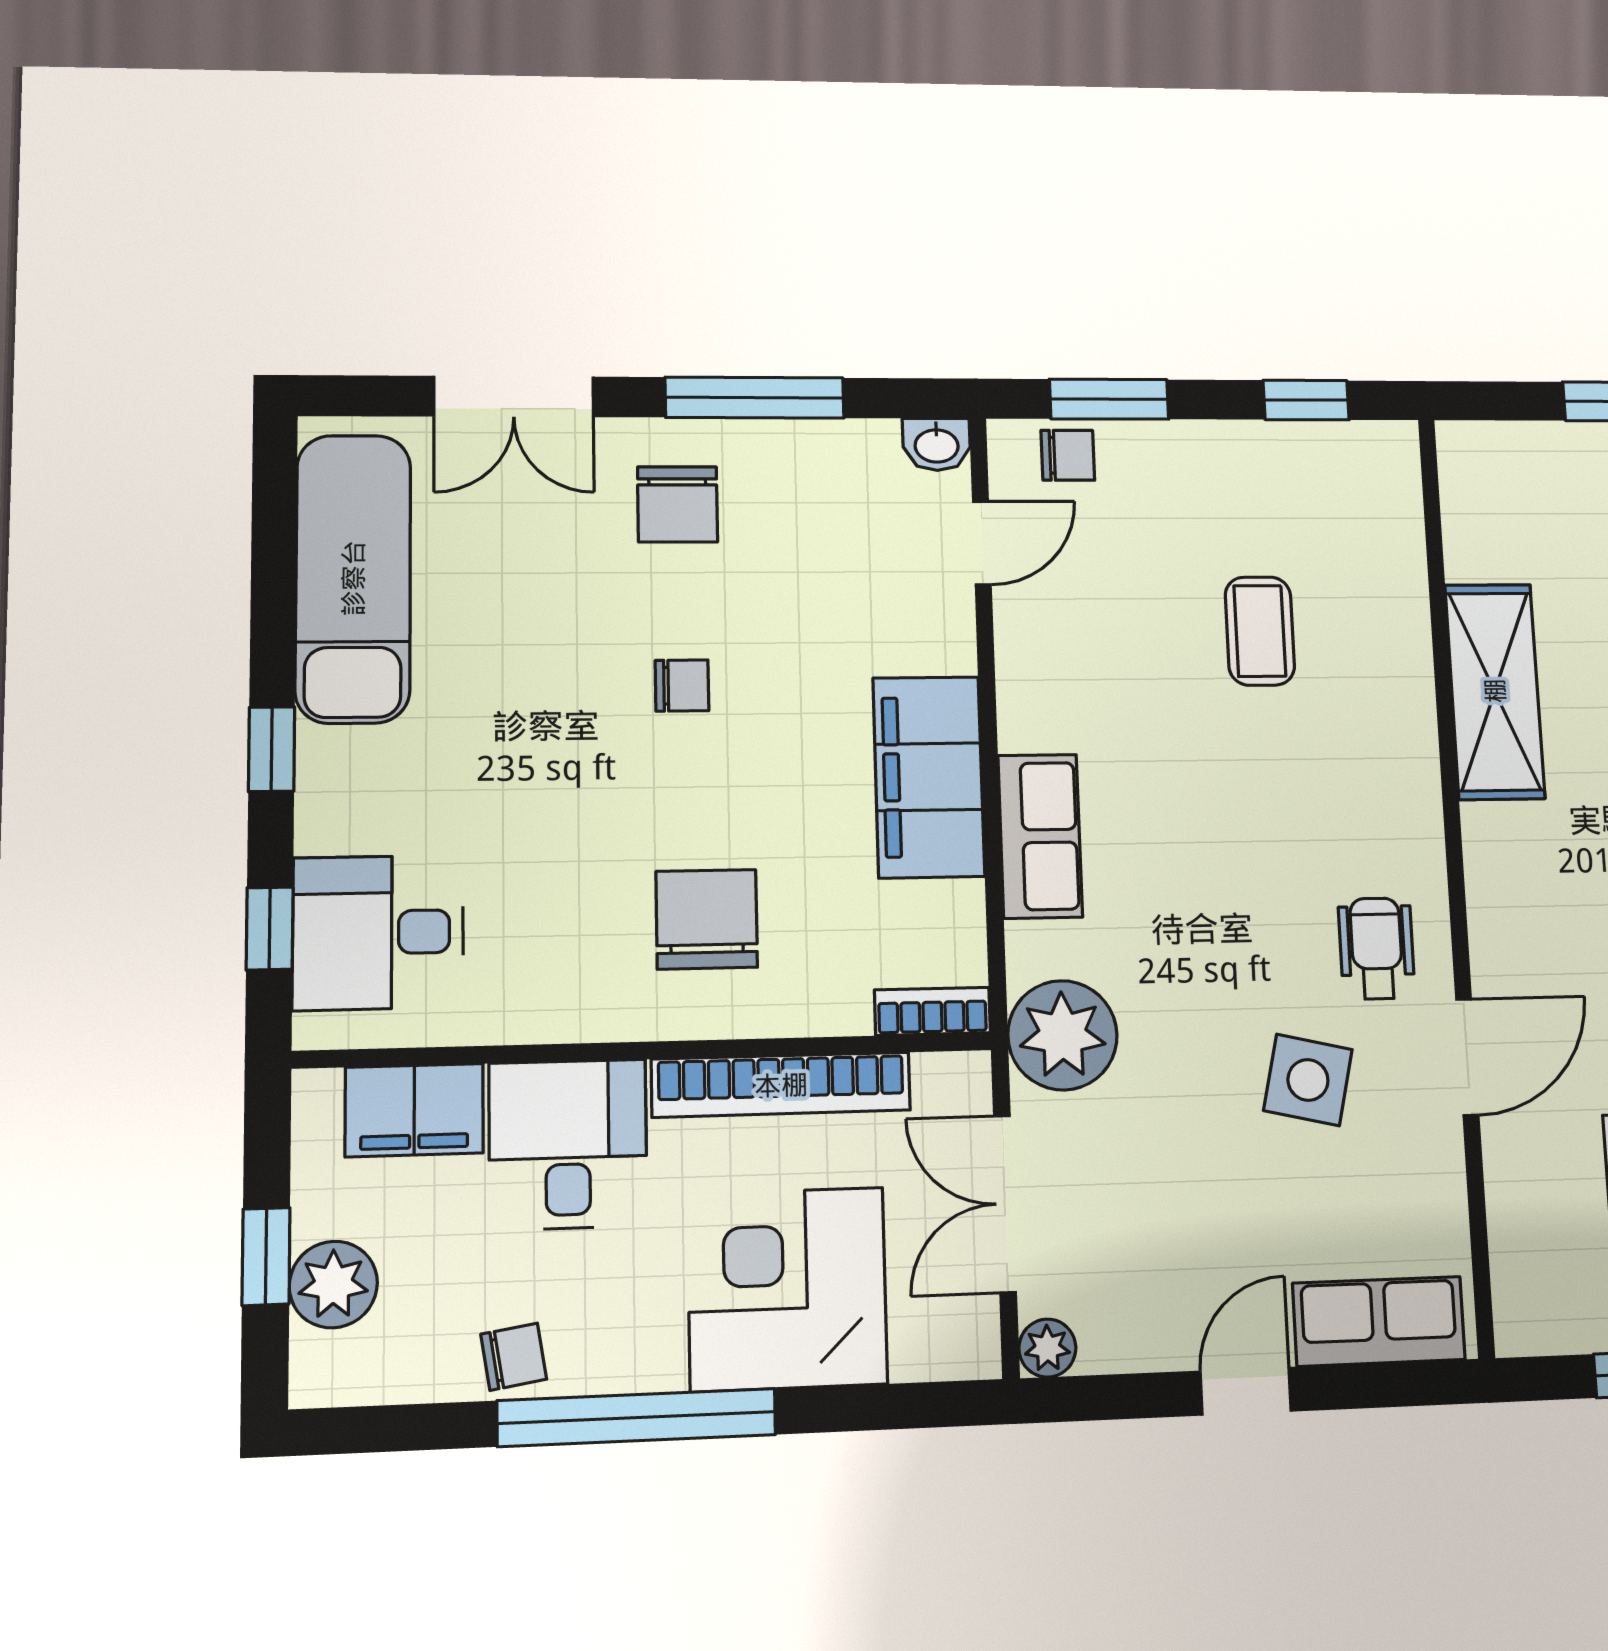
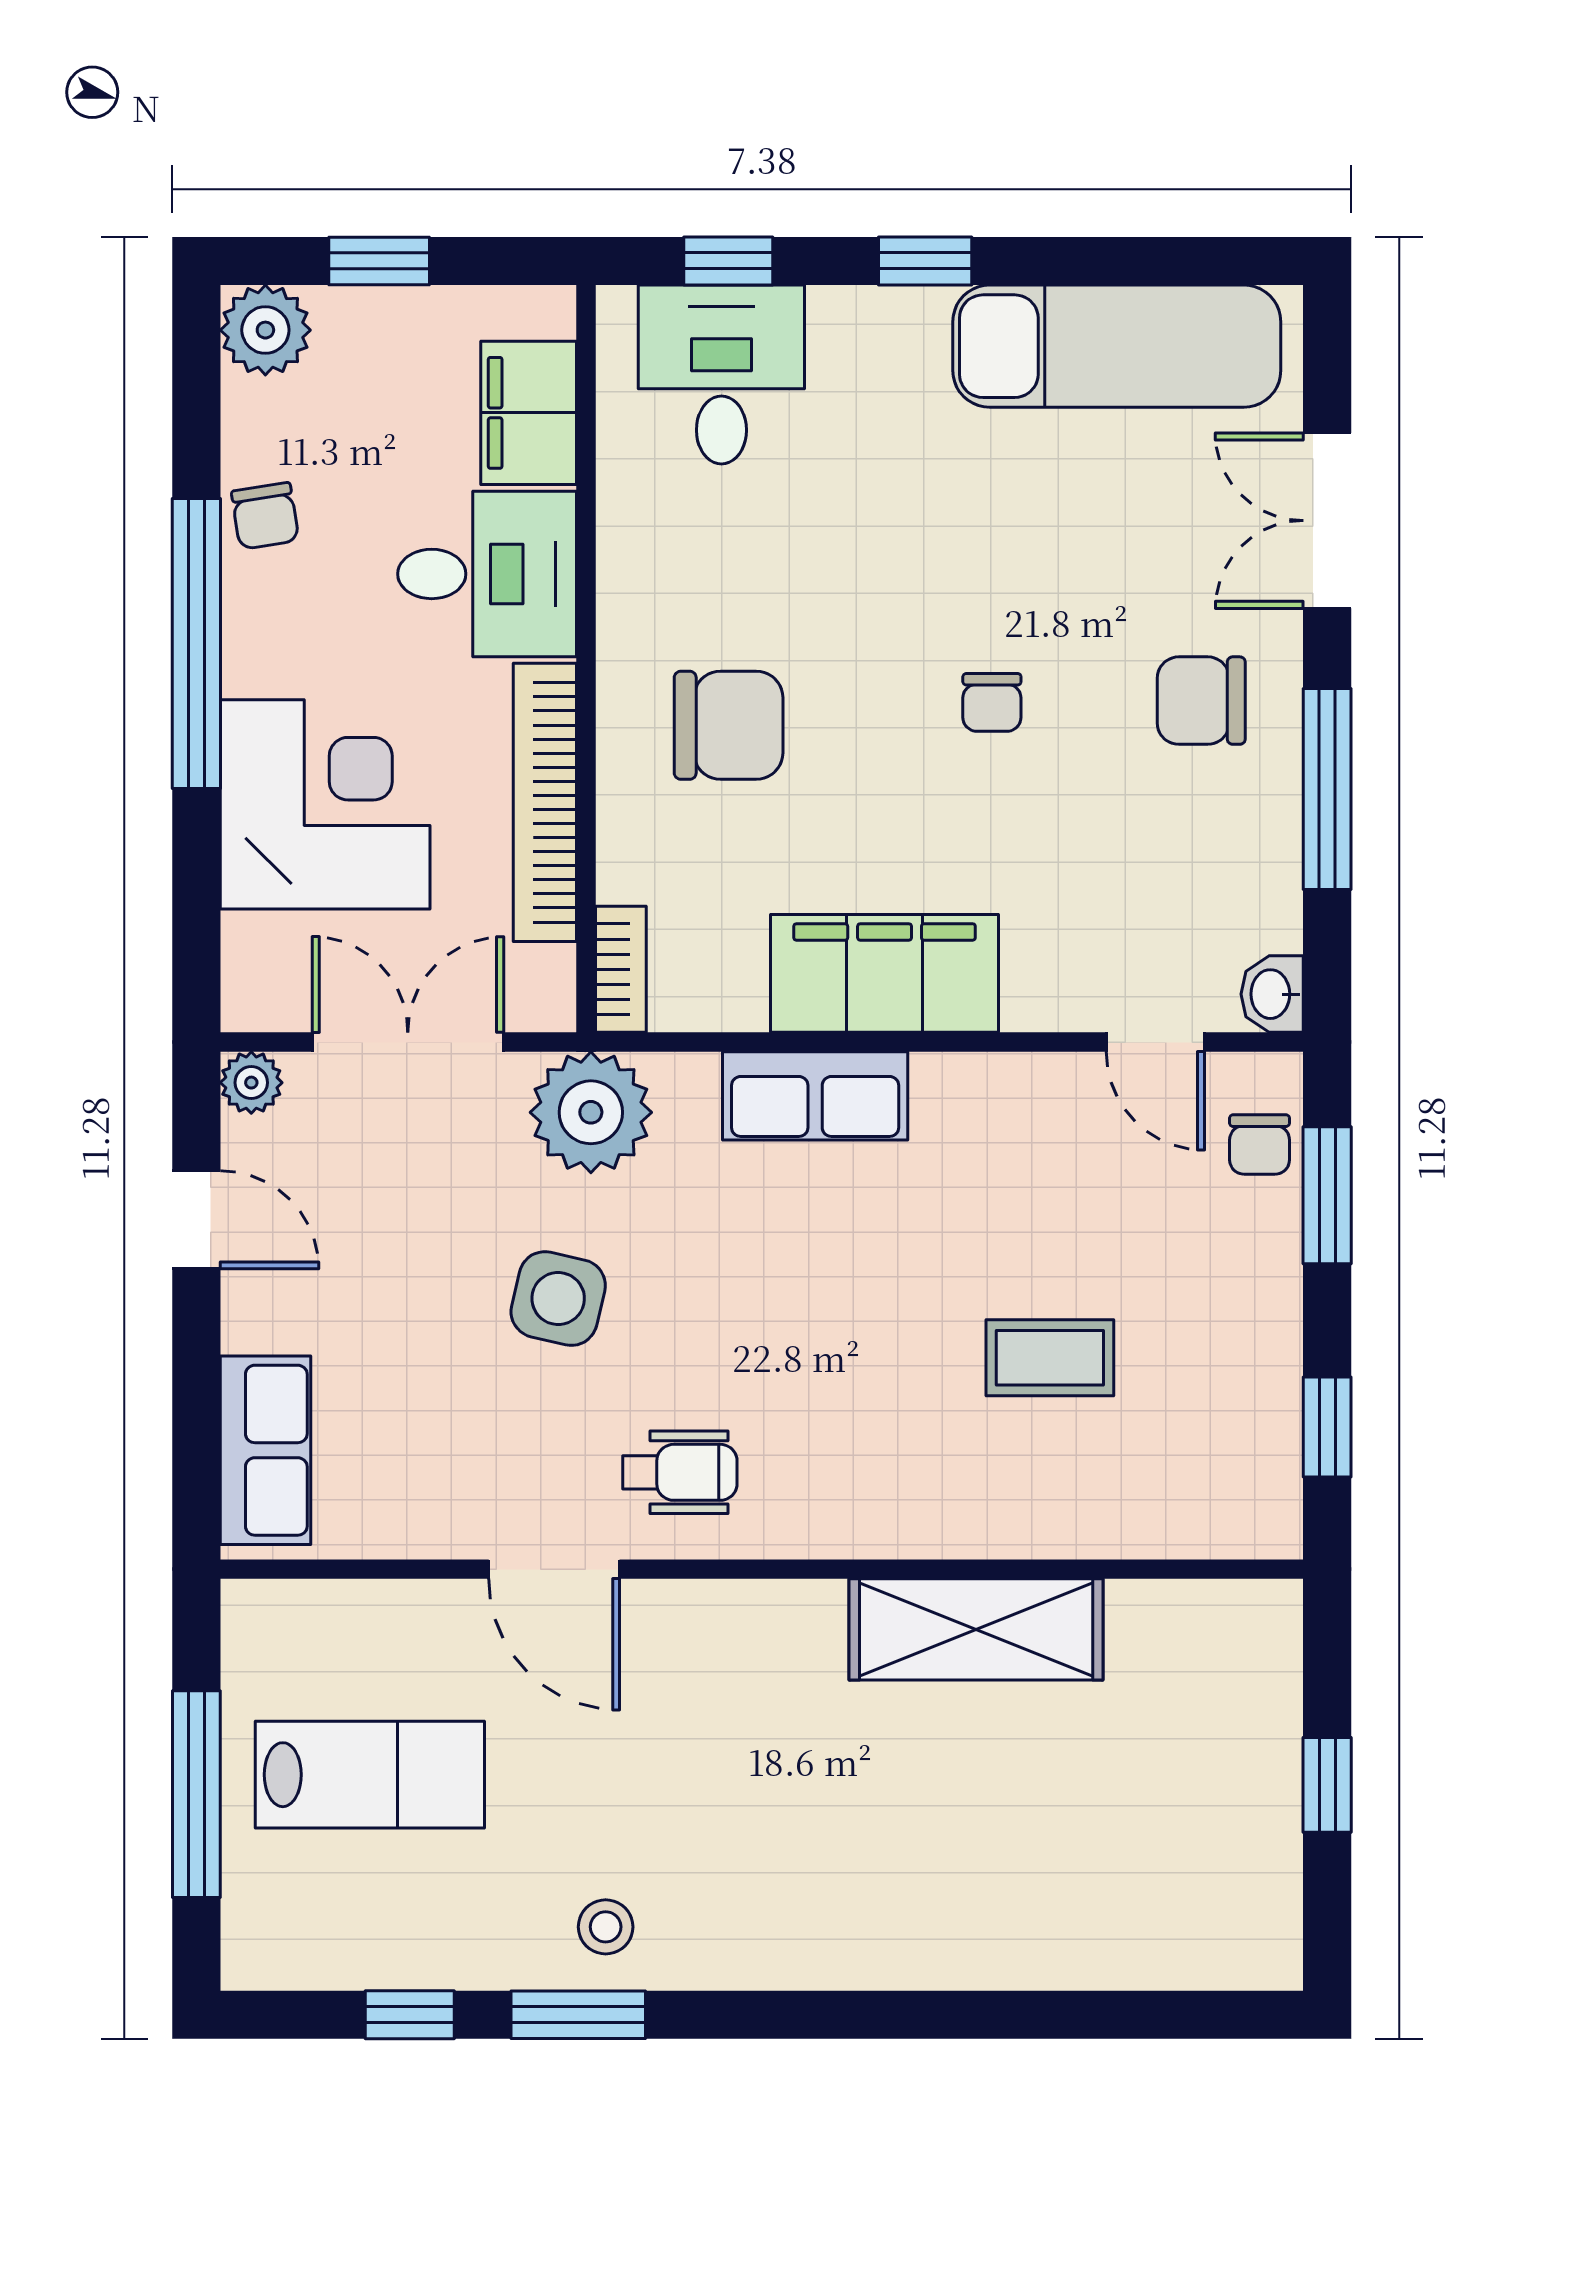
side table: (1308, 1080) -> (558, 1299), moved
plant: (333, 1284) -> (265, 330), moved
door: (1246, 1391) -> (196, 1220), moved

